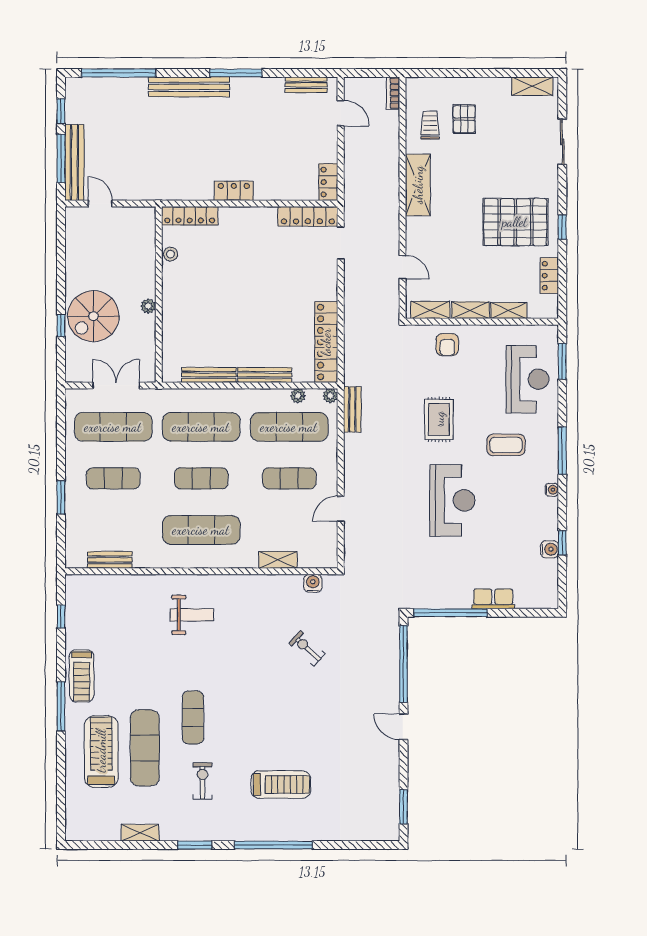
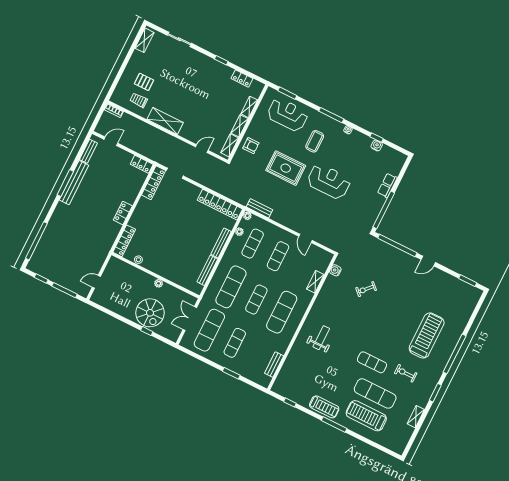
bench: (189, 87) -> (74, 183), moved
bench: (74, 163) -> (70, 285), removed
pallet: (515, 222) -> (207, 82), removed
rug: (439, 419) -> (286, 168), width x1.36, depth x1.43
exercise mat: (289, 427) -> (253, 244), width x0.73, depth x0.69
treadmill: (281, 785) -> (427, 336), width x1.37, depth x1.38

